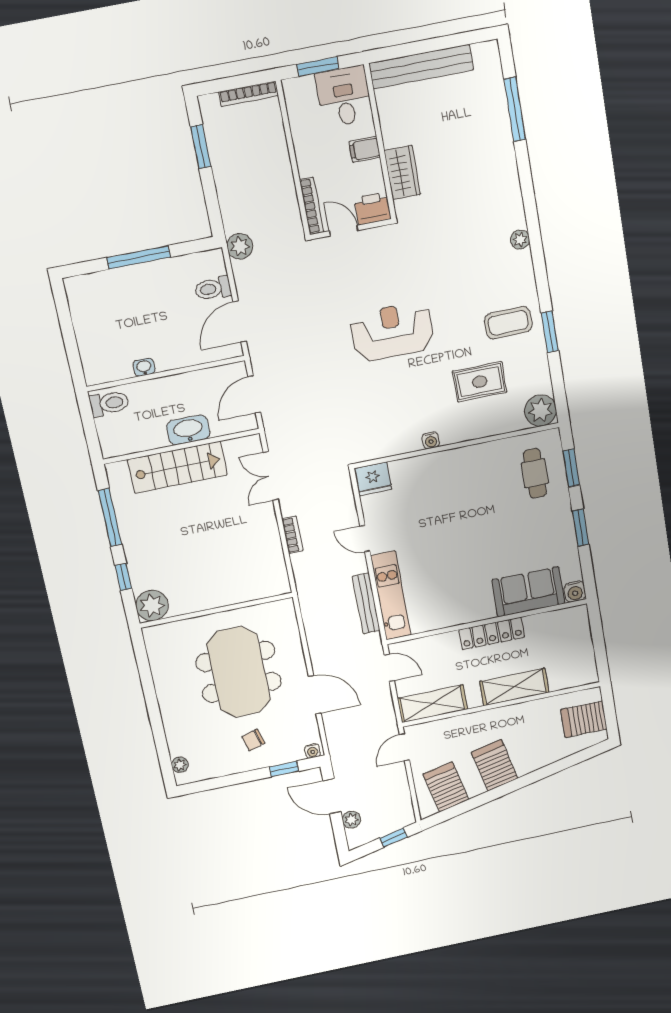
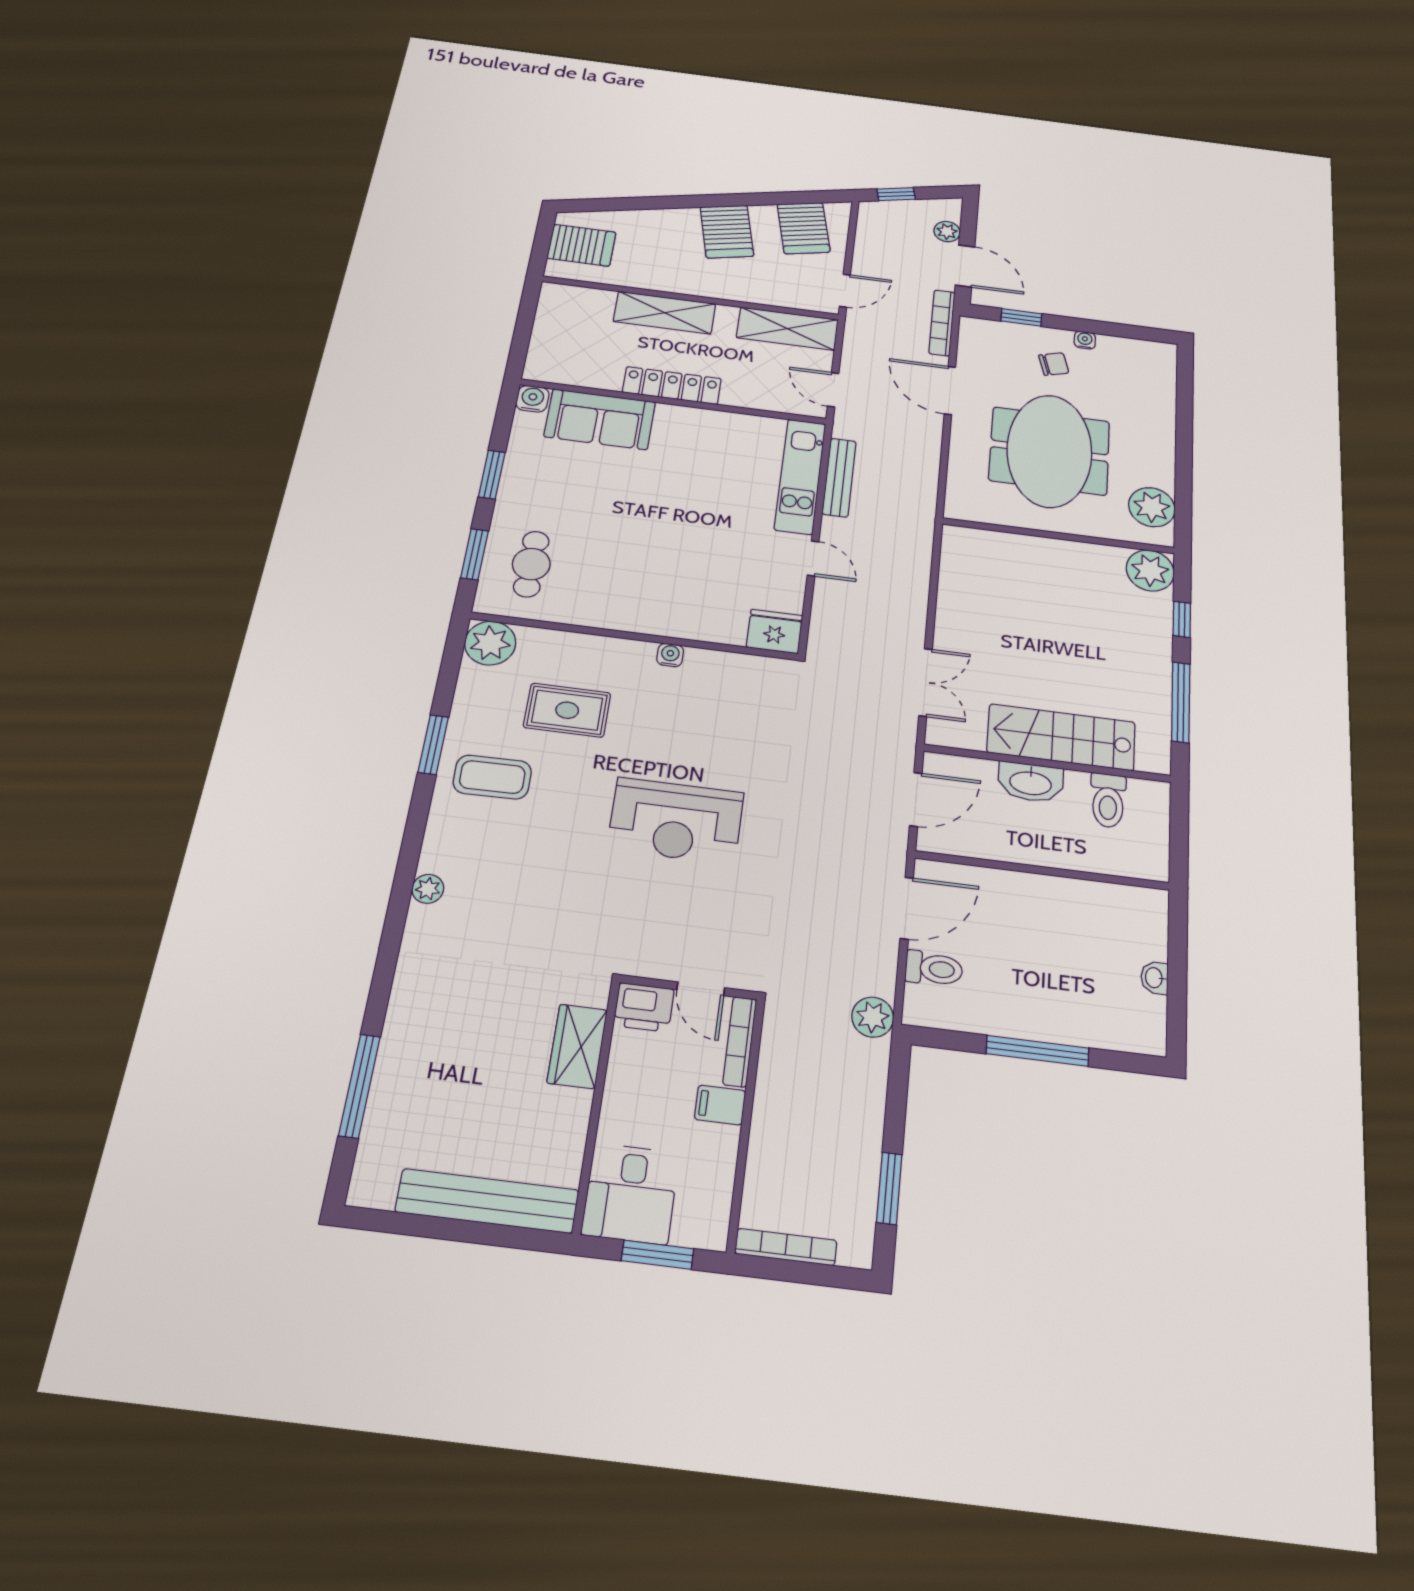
filing cabinet: (365, 149) -> (720, 1105), moved, turned 180
washbasin: (144, 367) -> (1155, 978), moved, turned 90
toilet: (109, 403) -> (1108, 800), moved, turned -90
bookcase: (292, 535) -> (942, 323), moved, width x1.56
water cooler: (312, 751) -> (1085, 340), moved
plant: (180, 765) -> (1152, 507), moved, width x1.88, depth x1.88

